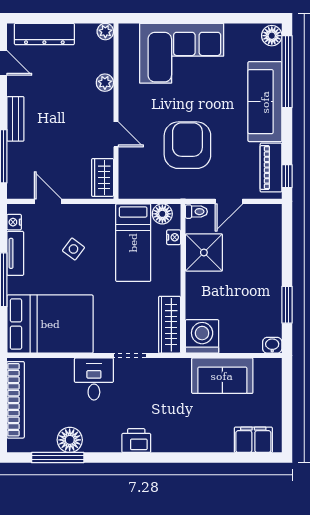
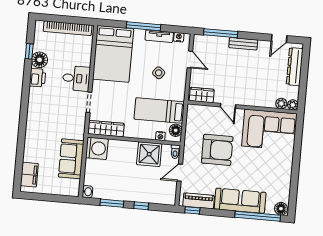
corner sofa: (182, 53) -> (269, 130), moved, turned -90
plant: (105, 83) -> (281, 104), moved
door: (116, 134) -> (228, 106), hinge flipped
door: (48, 201) -> (190, 59), hinge flipped
door: (229, 201) -> (180, 173), hinge flipped
window: (287, 258) -> (141, 206), added
printer: (136, 441) -> (37, 78), moved
window: (58, 458) -> (29, 51), width x0.46

